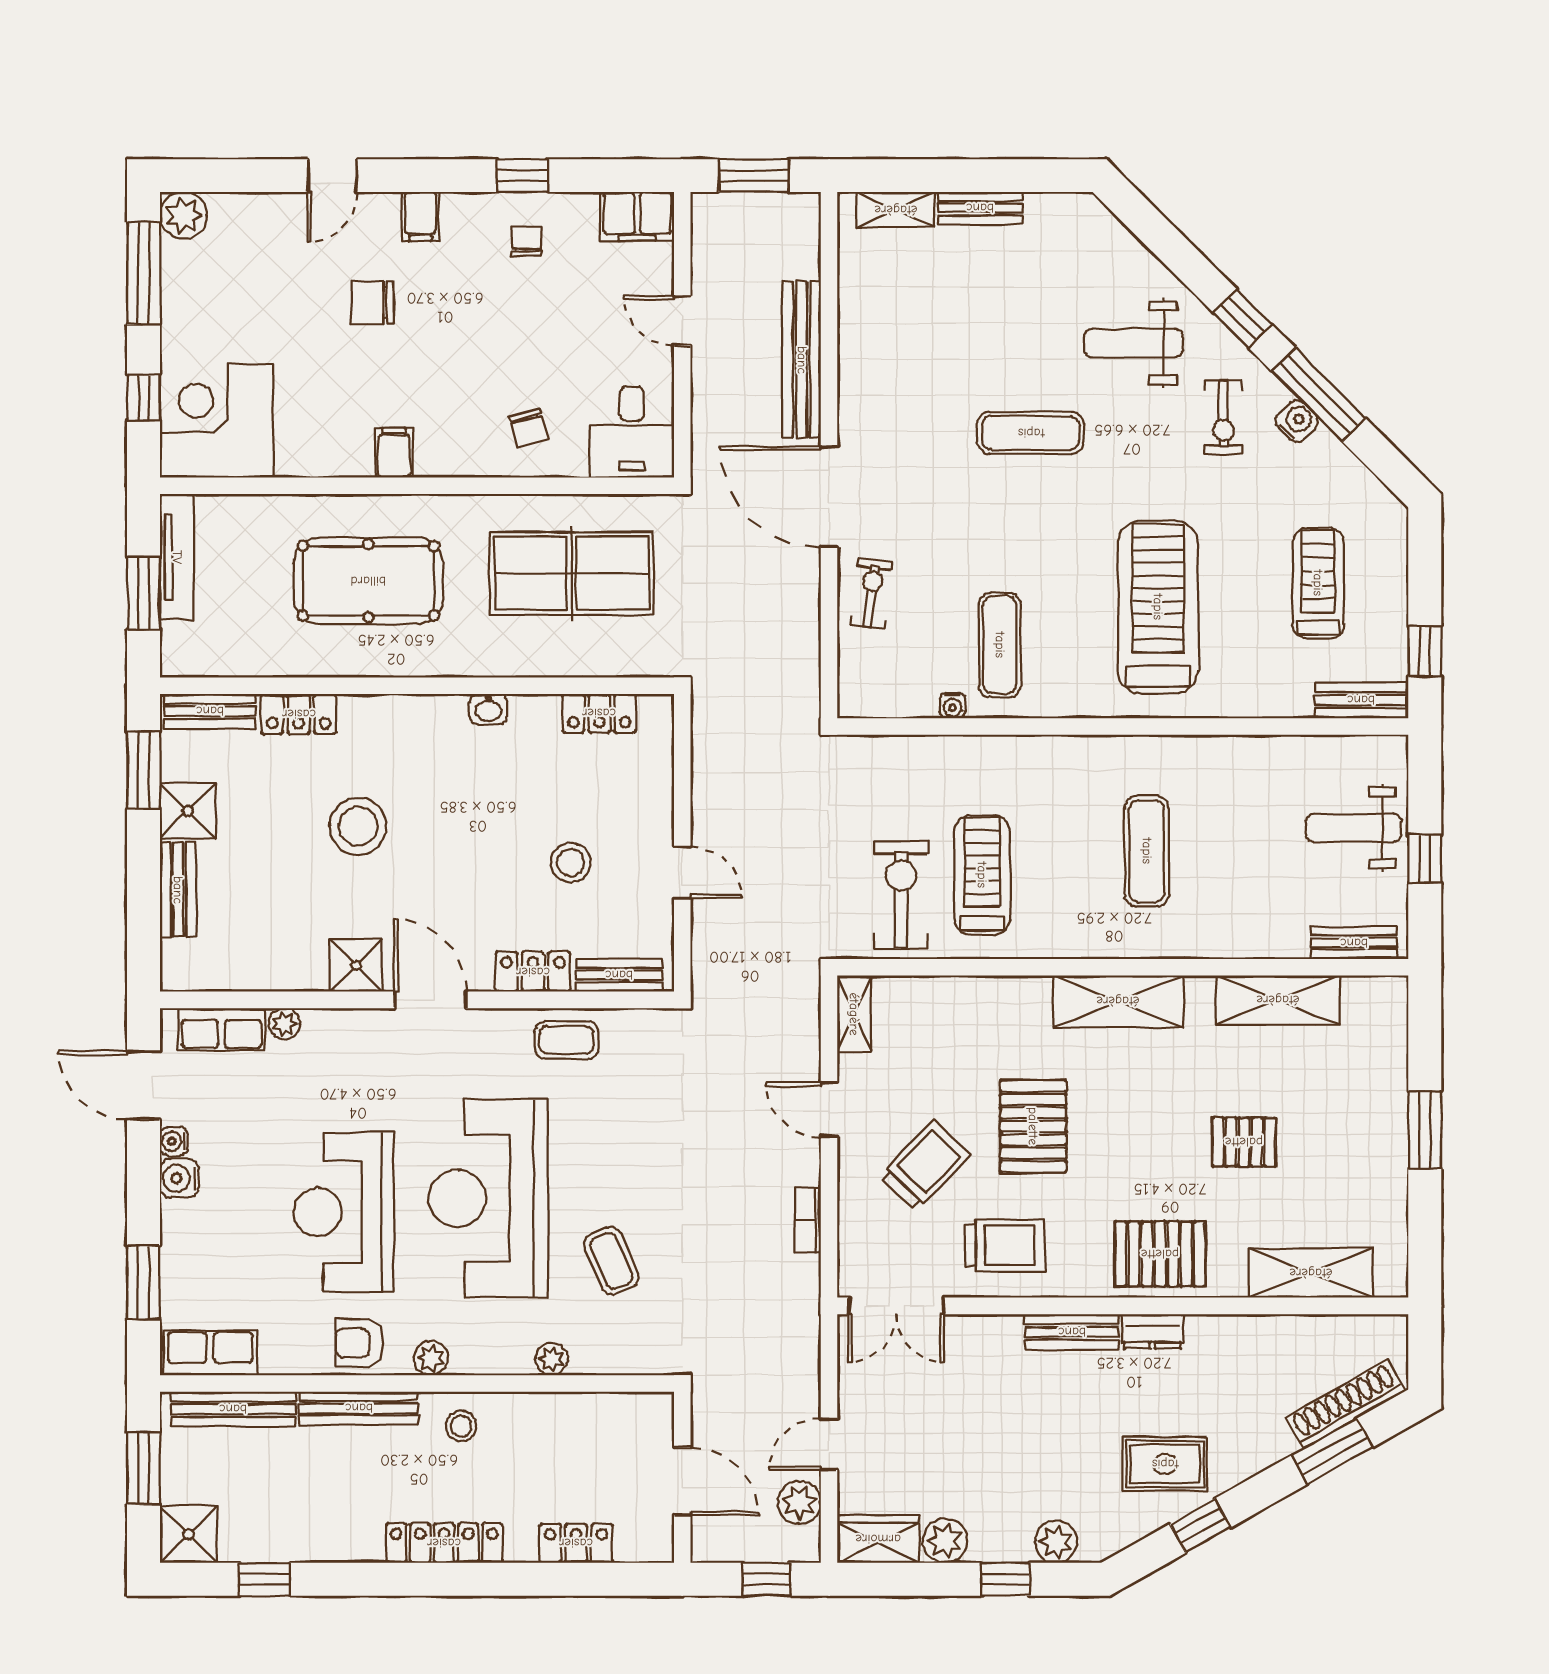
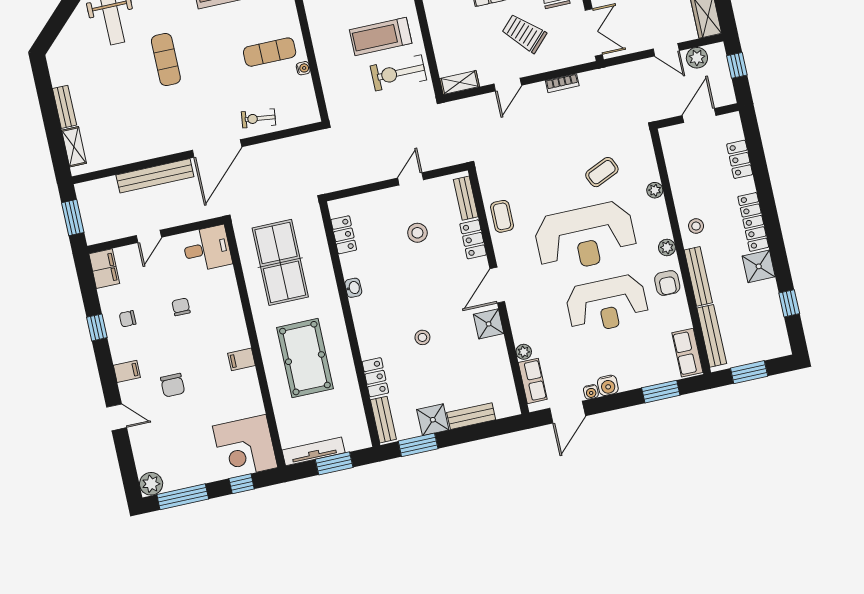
chair: (529, 428) -> (181, 307), moved, turned -75
stool: (358, 826) -> (422, 337), width x0.53, depth x0.53
shower: (188, 1534) -> (759, 266), moved

